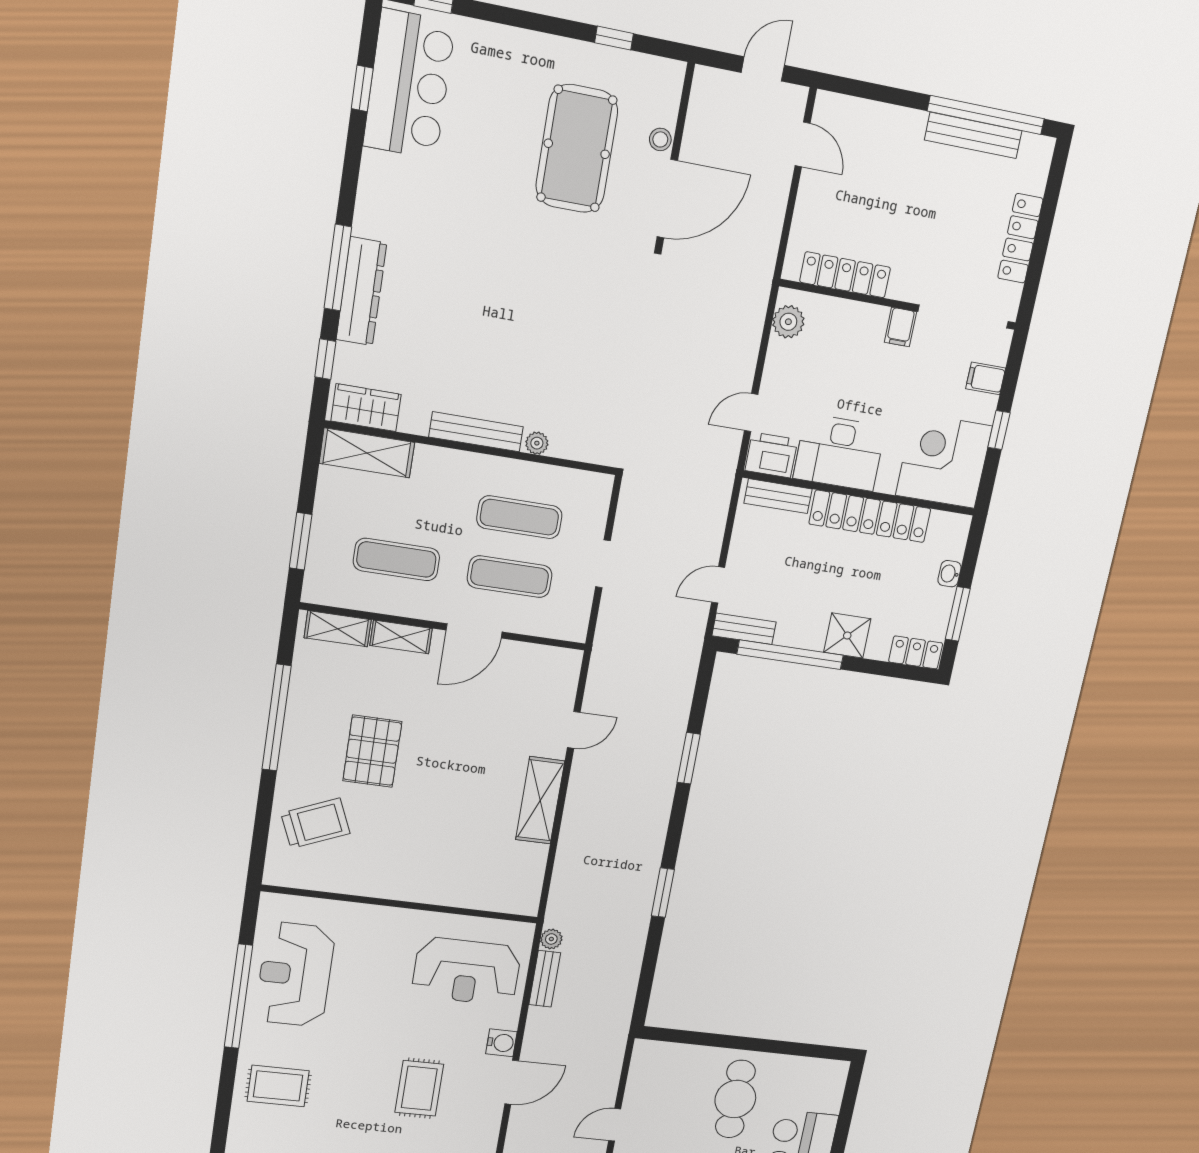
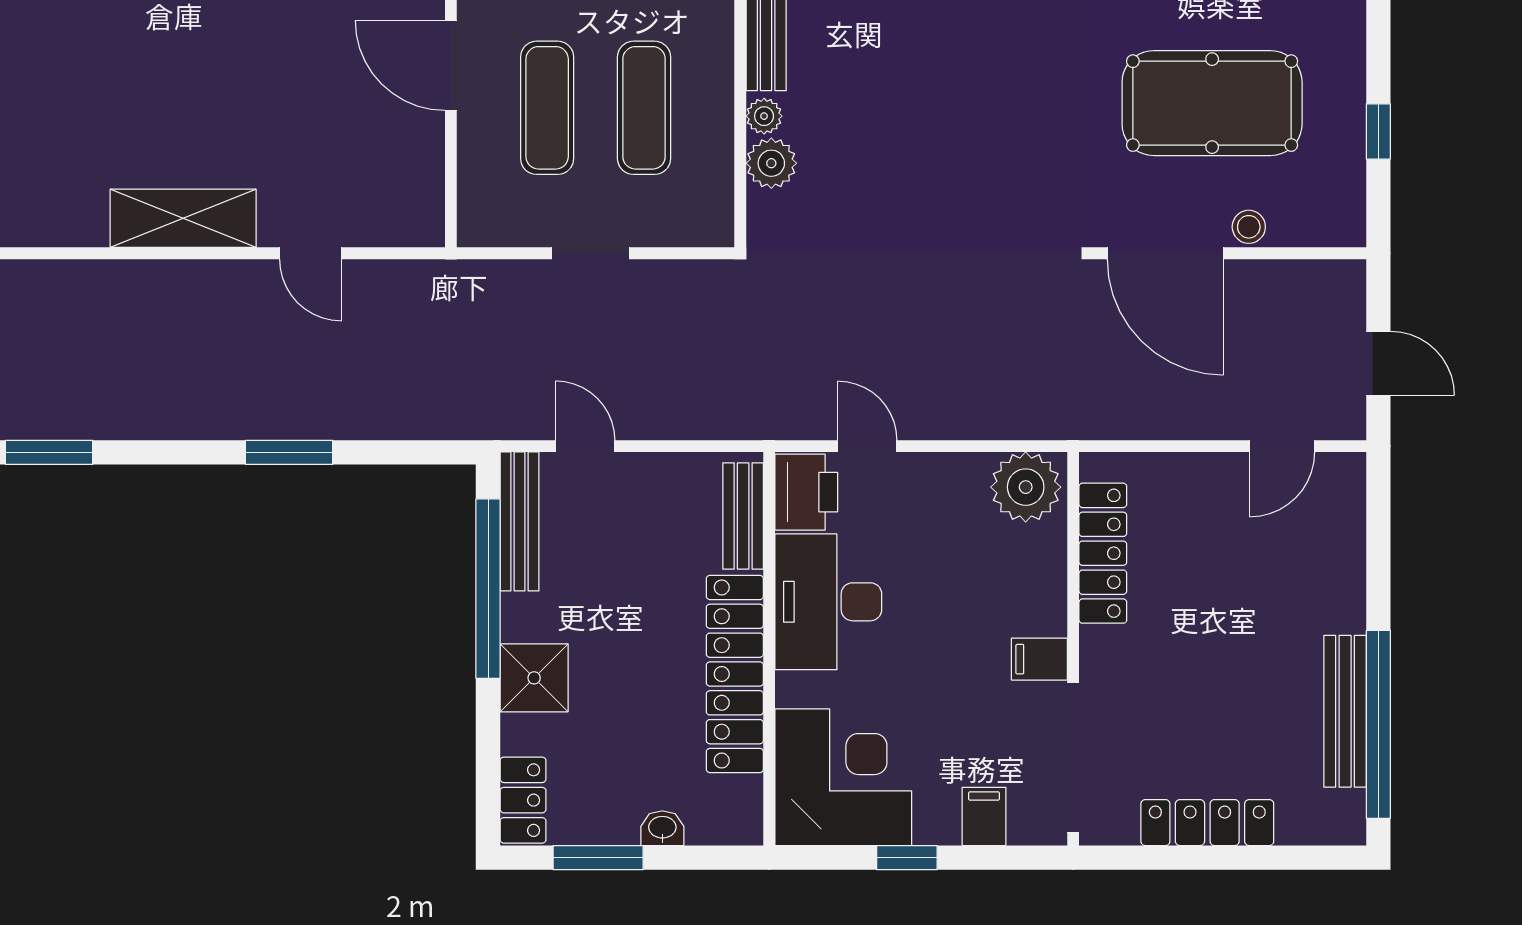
plant: (788, 322) -> (1026, 487), width x1.36, depth x1.36
plant: (567, 443) -> (771, 163), added
bench: (744, 629) -> (520, 521), width x1.36

